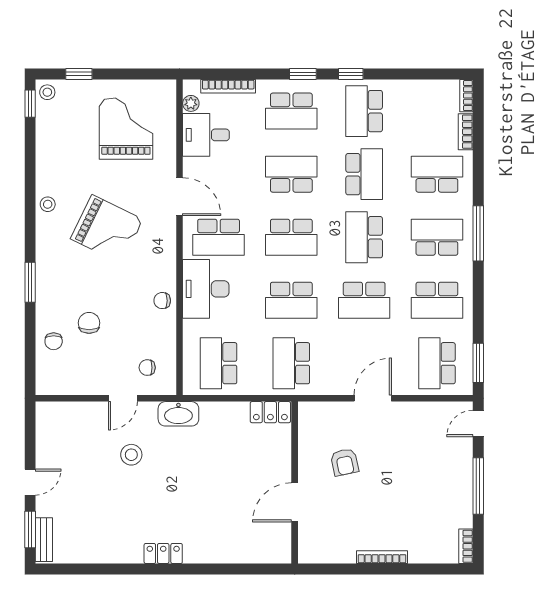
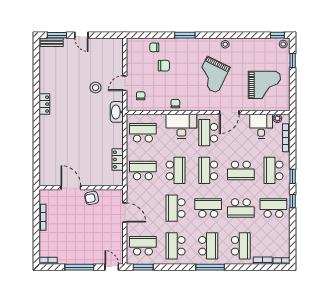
school desk: (291, 174) -> (241, 170), turned 90
school desk: (291, 300) -> (176, 170), turned 180
door: (123, 398) -> (125, 83), hinge flipped
wall: (295, 483) -> (81, 188), moved
door: (295, 502) -> (71, 188), moved

